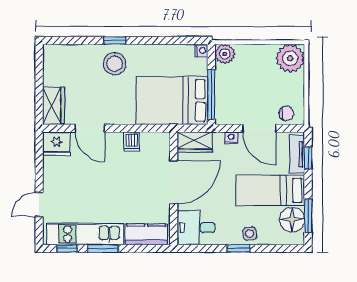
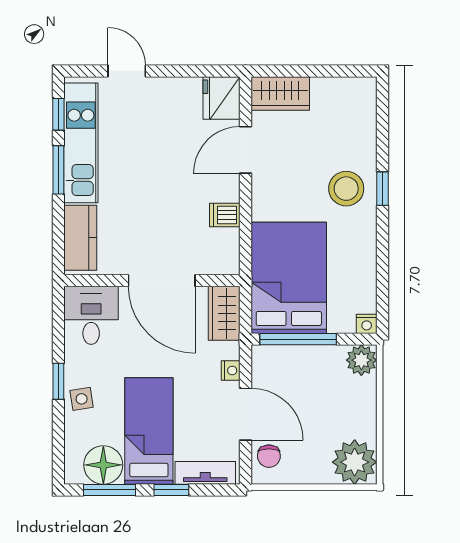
door: (259, 128) -> (246, 414), swing flipped
window: (308, 158) -> (171, 490), moved

